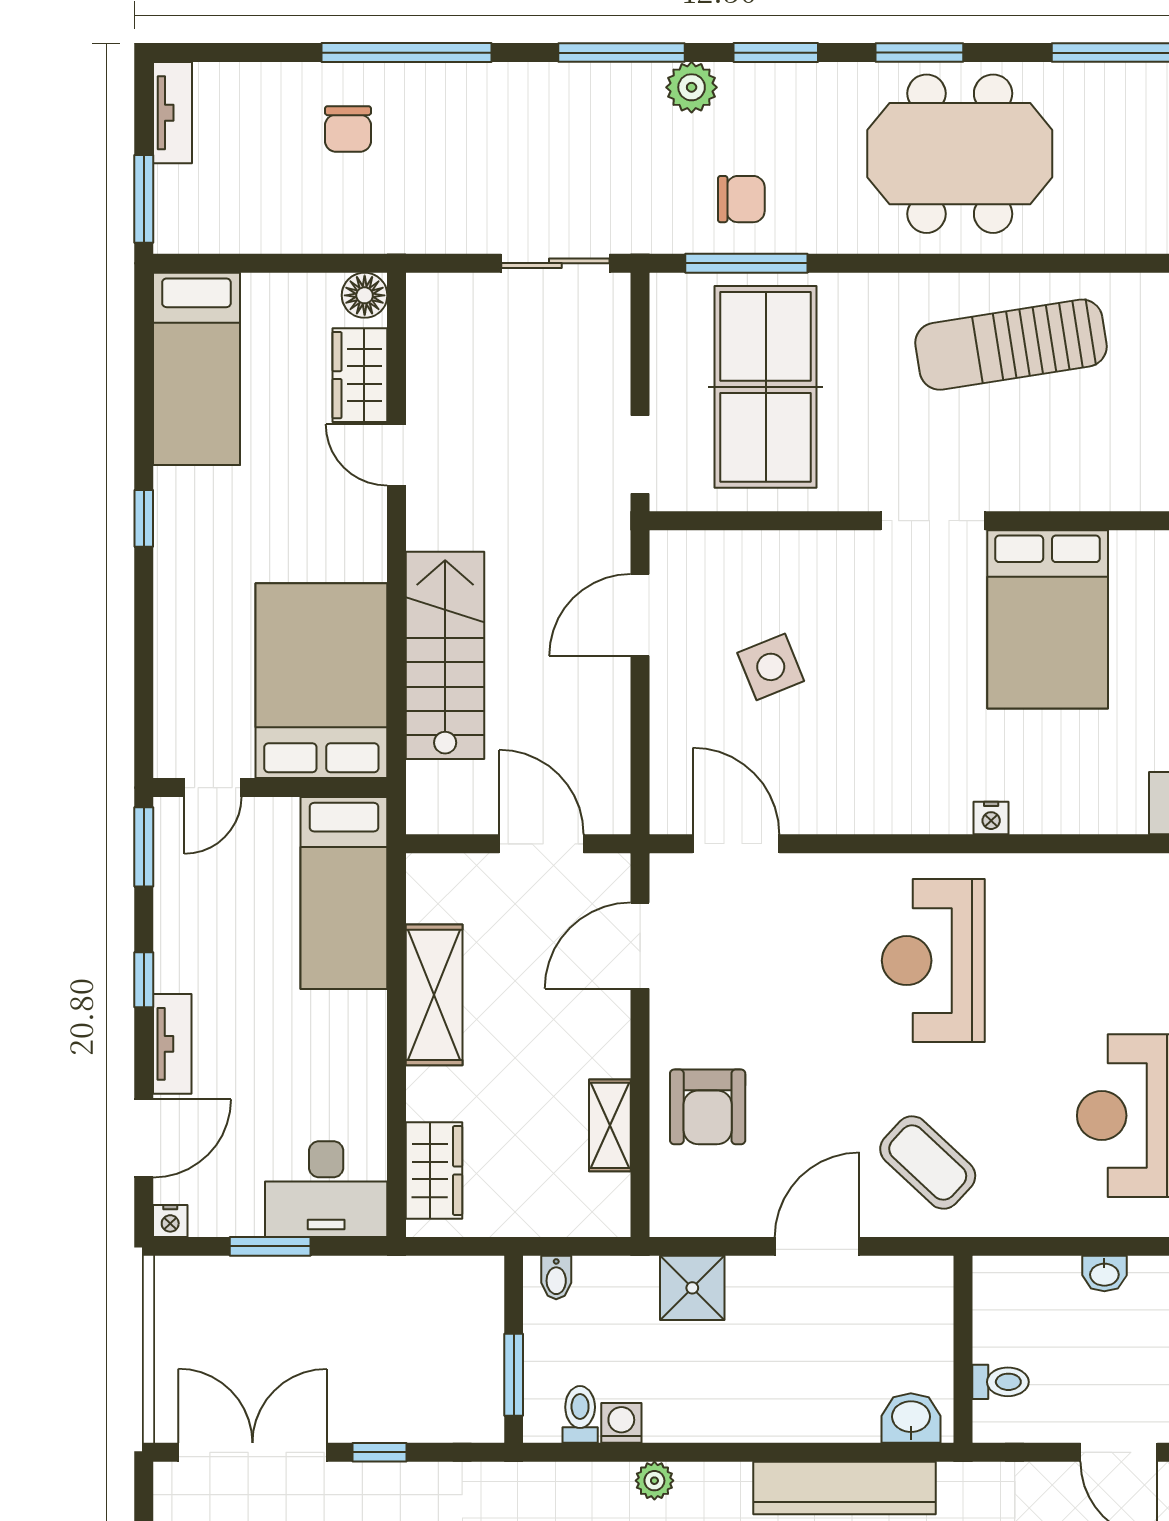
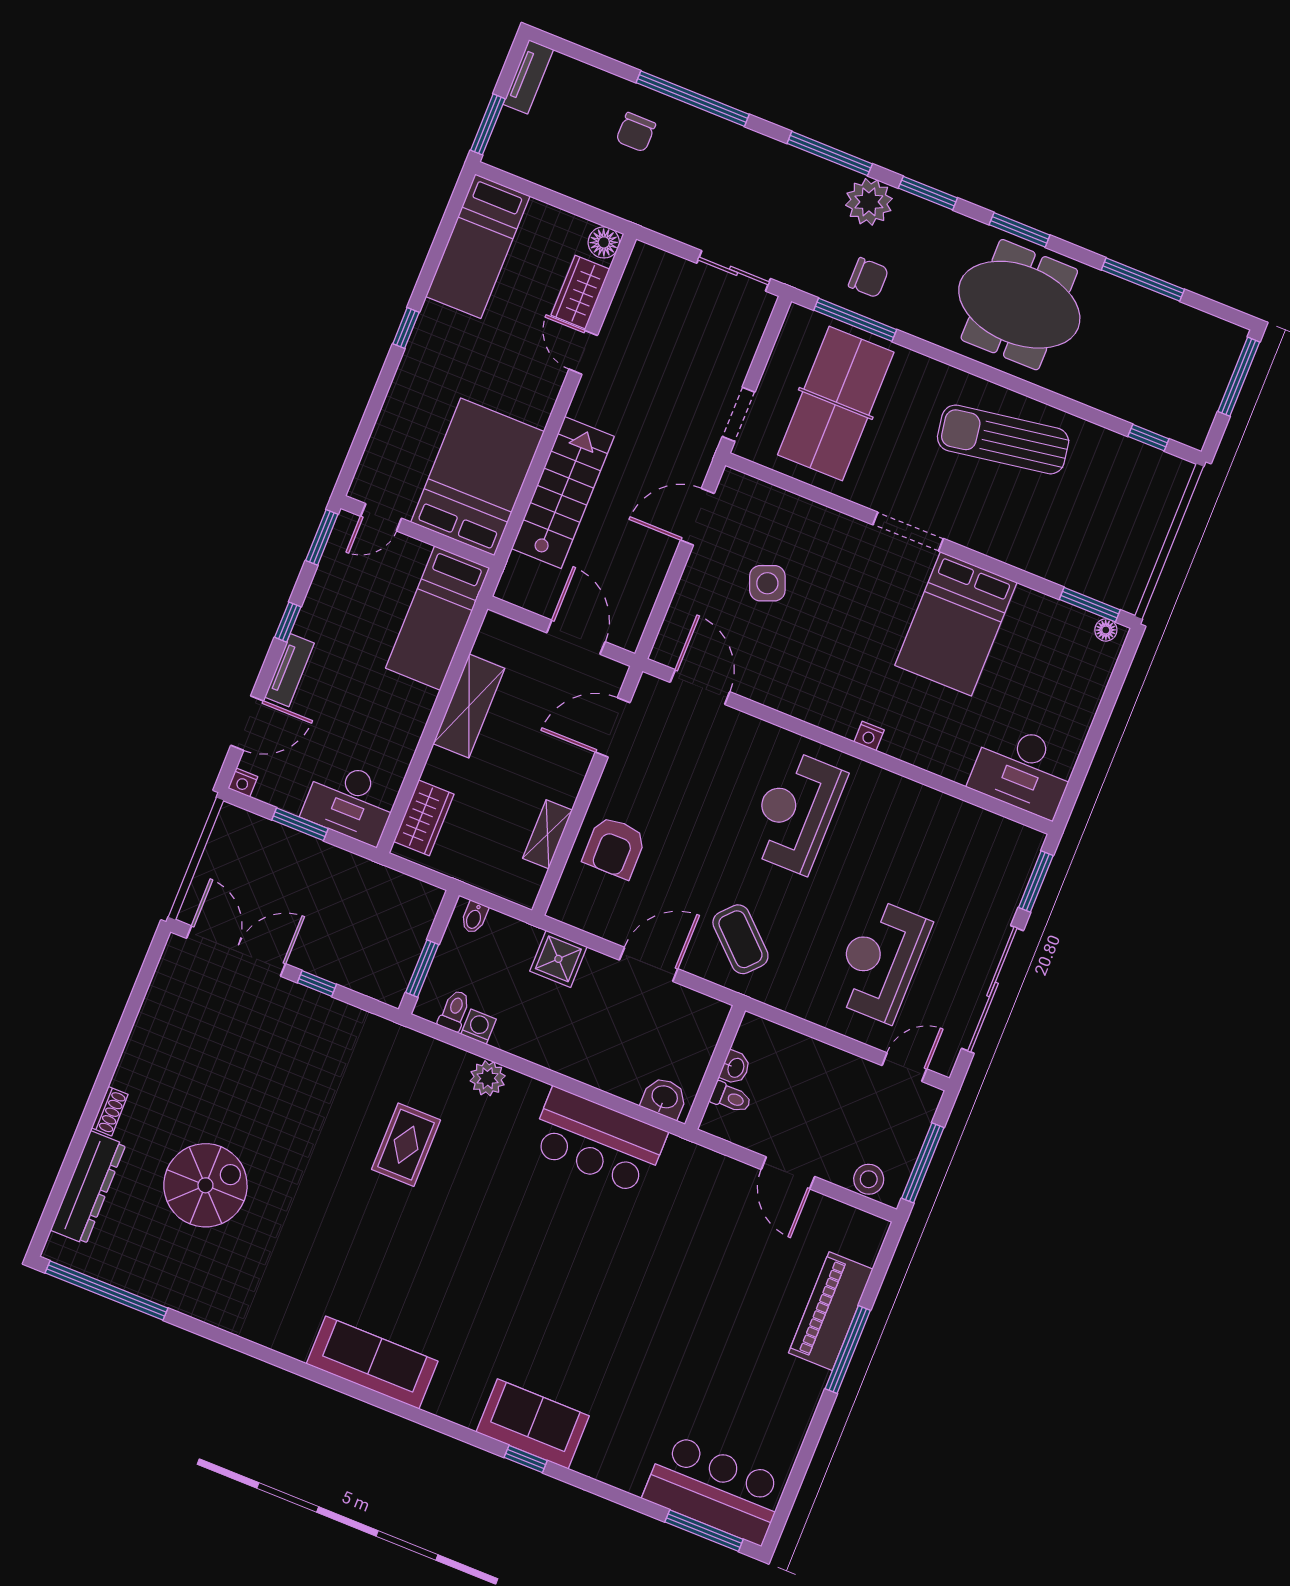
plant: (692, 87) -> (869, 202), width x1.36, depth x1.36
washbasin: (1104, 1274) -> (735, 1068), moved, turned -90
plant: (654, 1481) -> (488, 1078), width x1.38, depth x1.38

